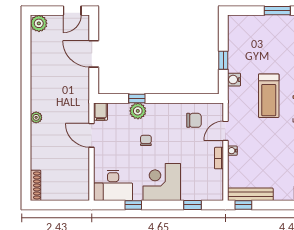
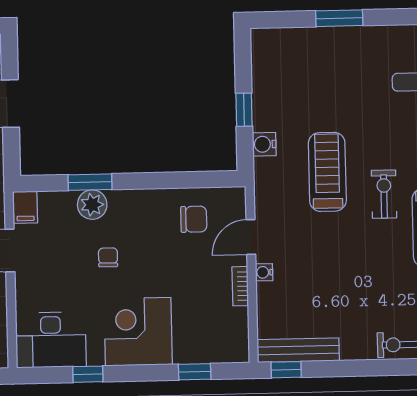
treadmill: (269, 96) -> (327, 172), turned 180
window: (137, 98) -> (90, 182), width x1.50

